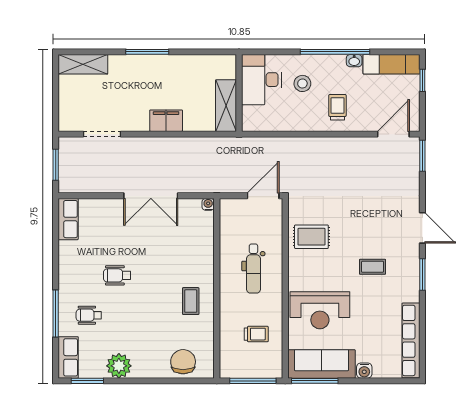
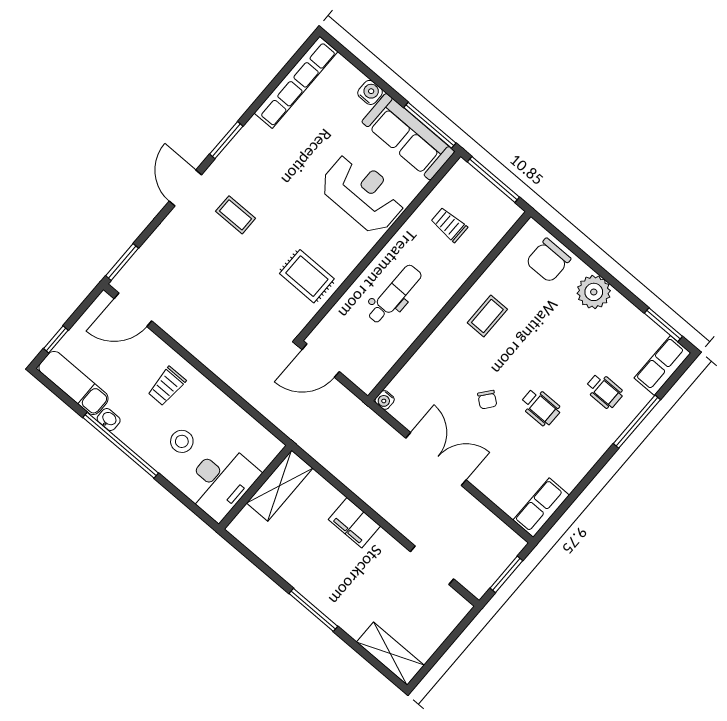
chair: (150, 254) -> (487, 400), added
coffee table: (373, 267) -> (236, 215), moved
plant: (119, 366) -> (594, 292), moved

